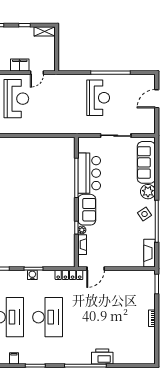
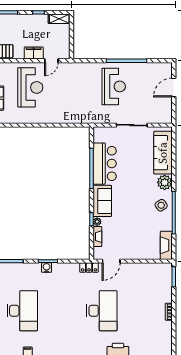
locker: (69, 275) -> (89, 268), width x0.66
desk: (48, 317) -> (102, 311), moved

